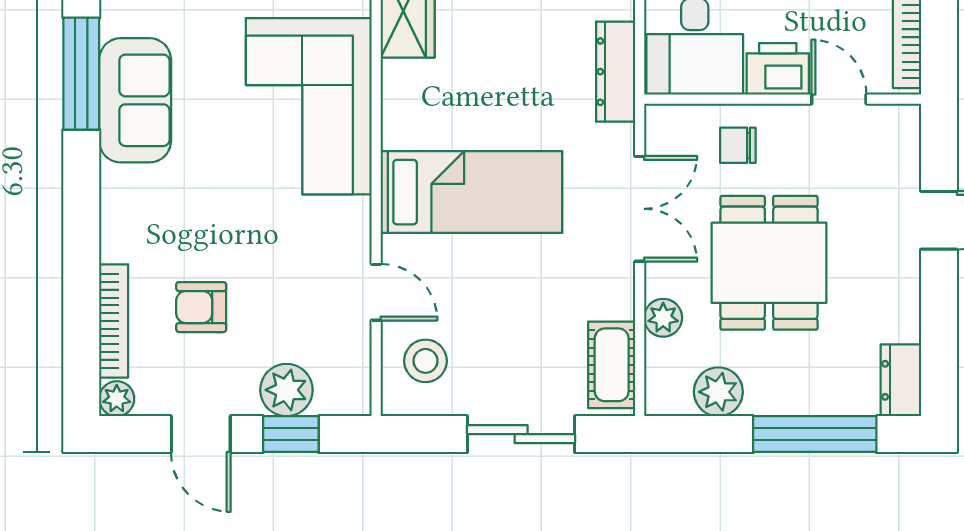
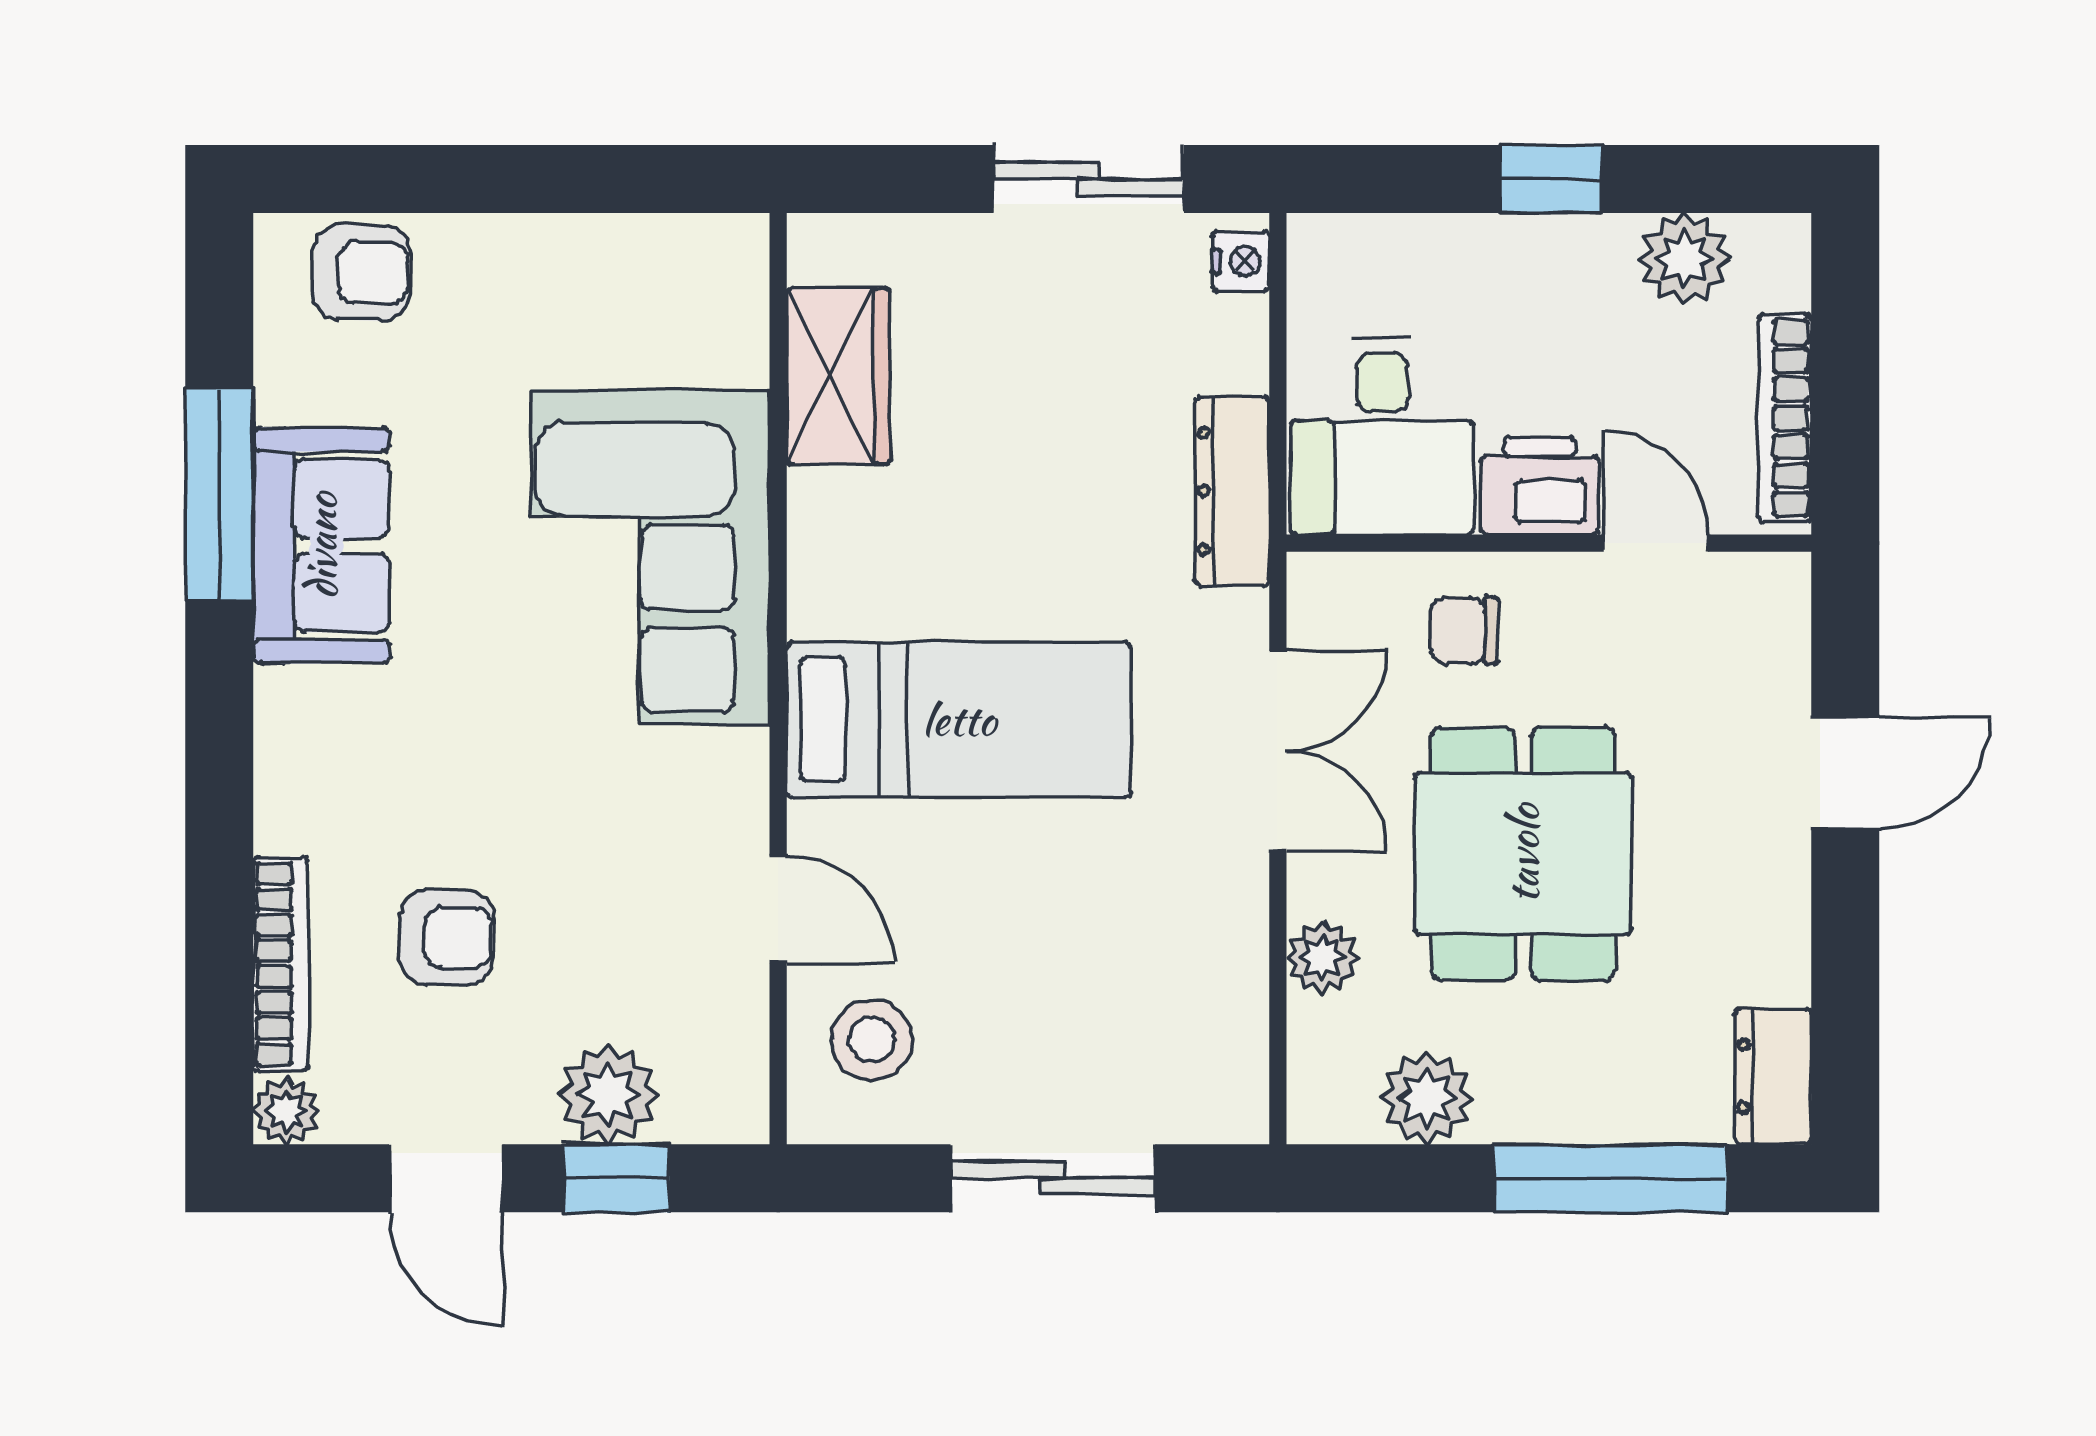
armchair: (201, 307) -> (447, 937), turned 180
cot: (612, 365) -> (1225, 1047), removed

